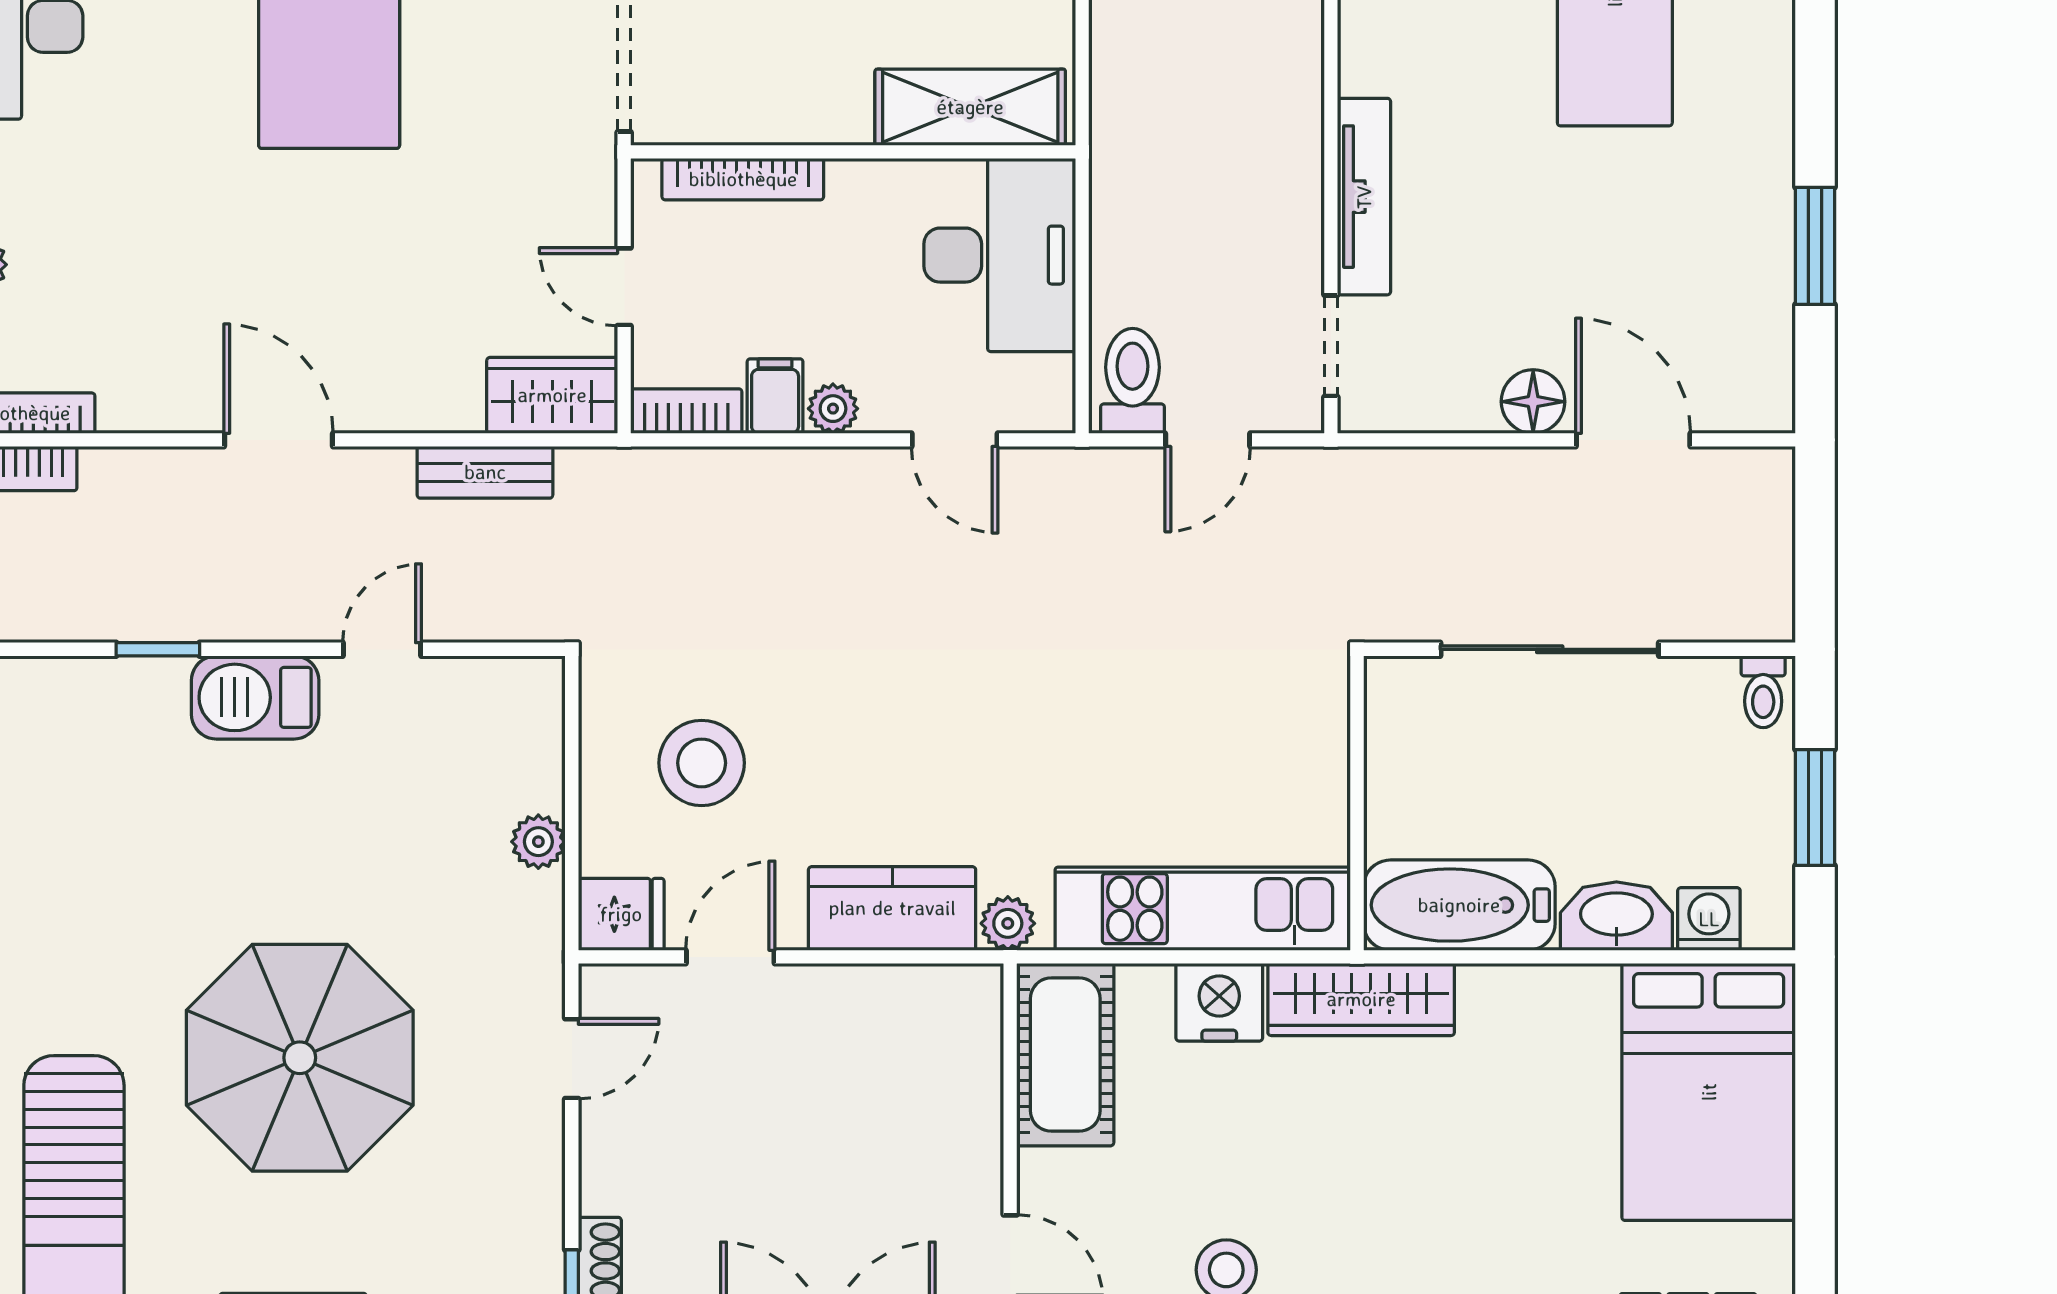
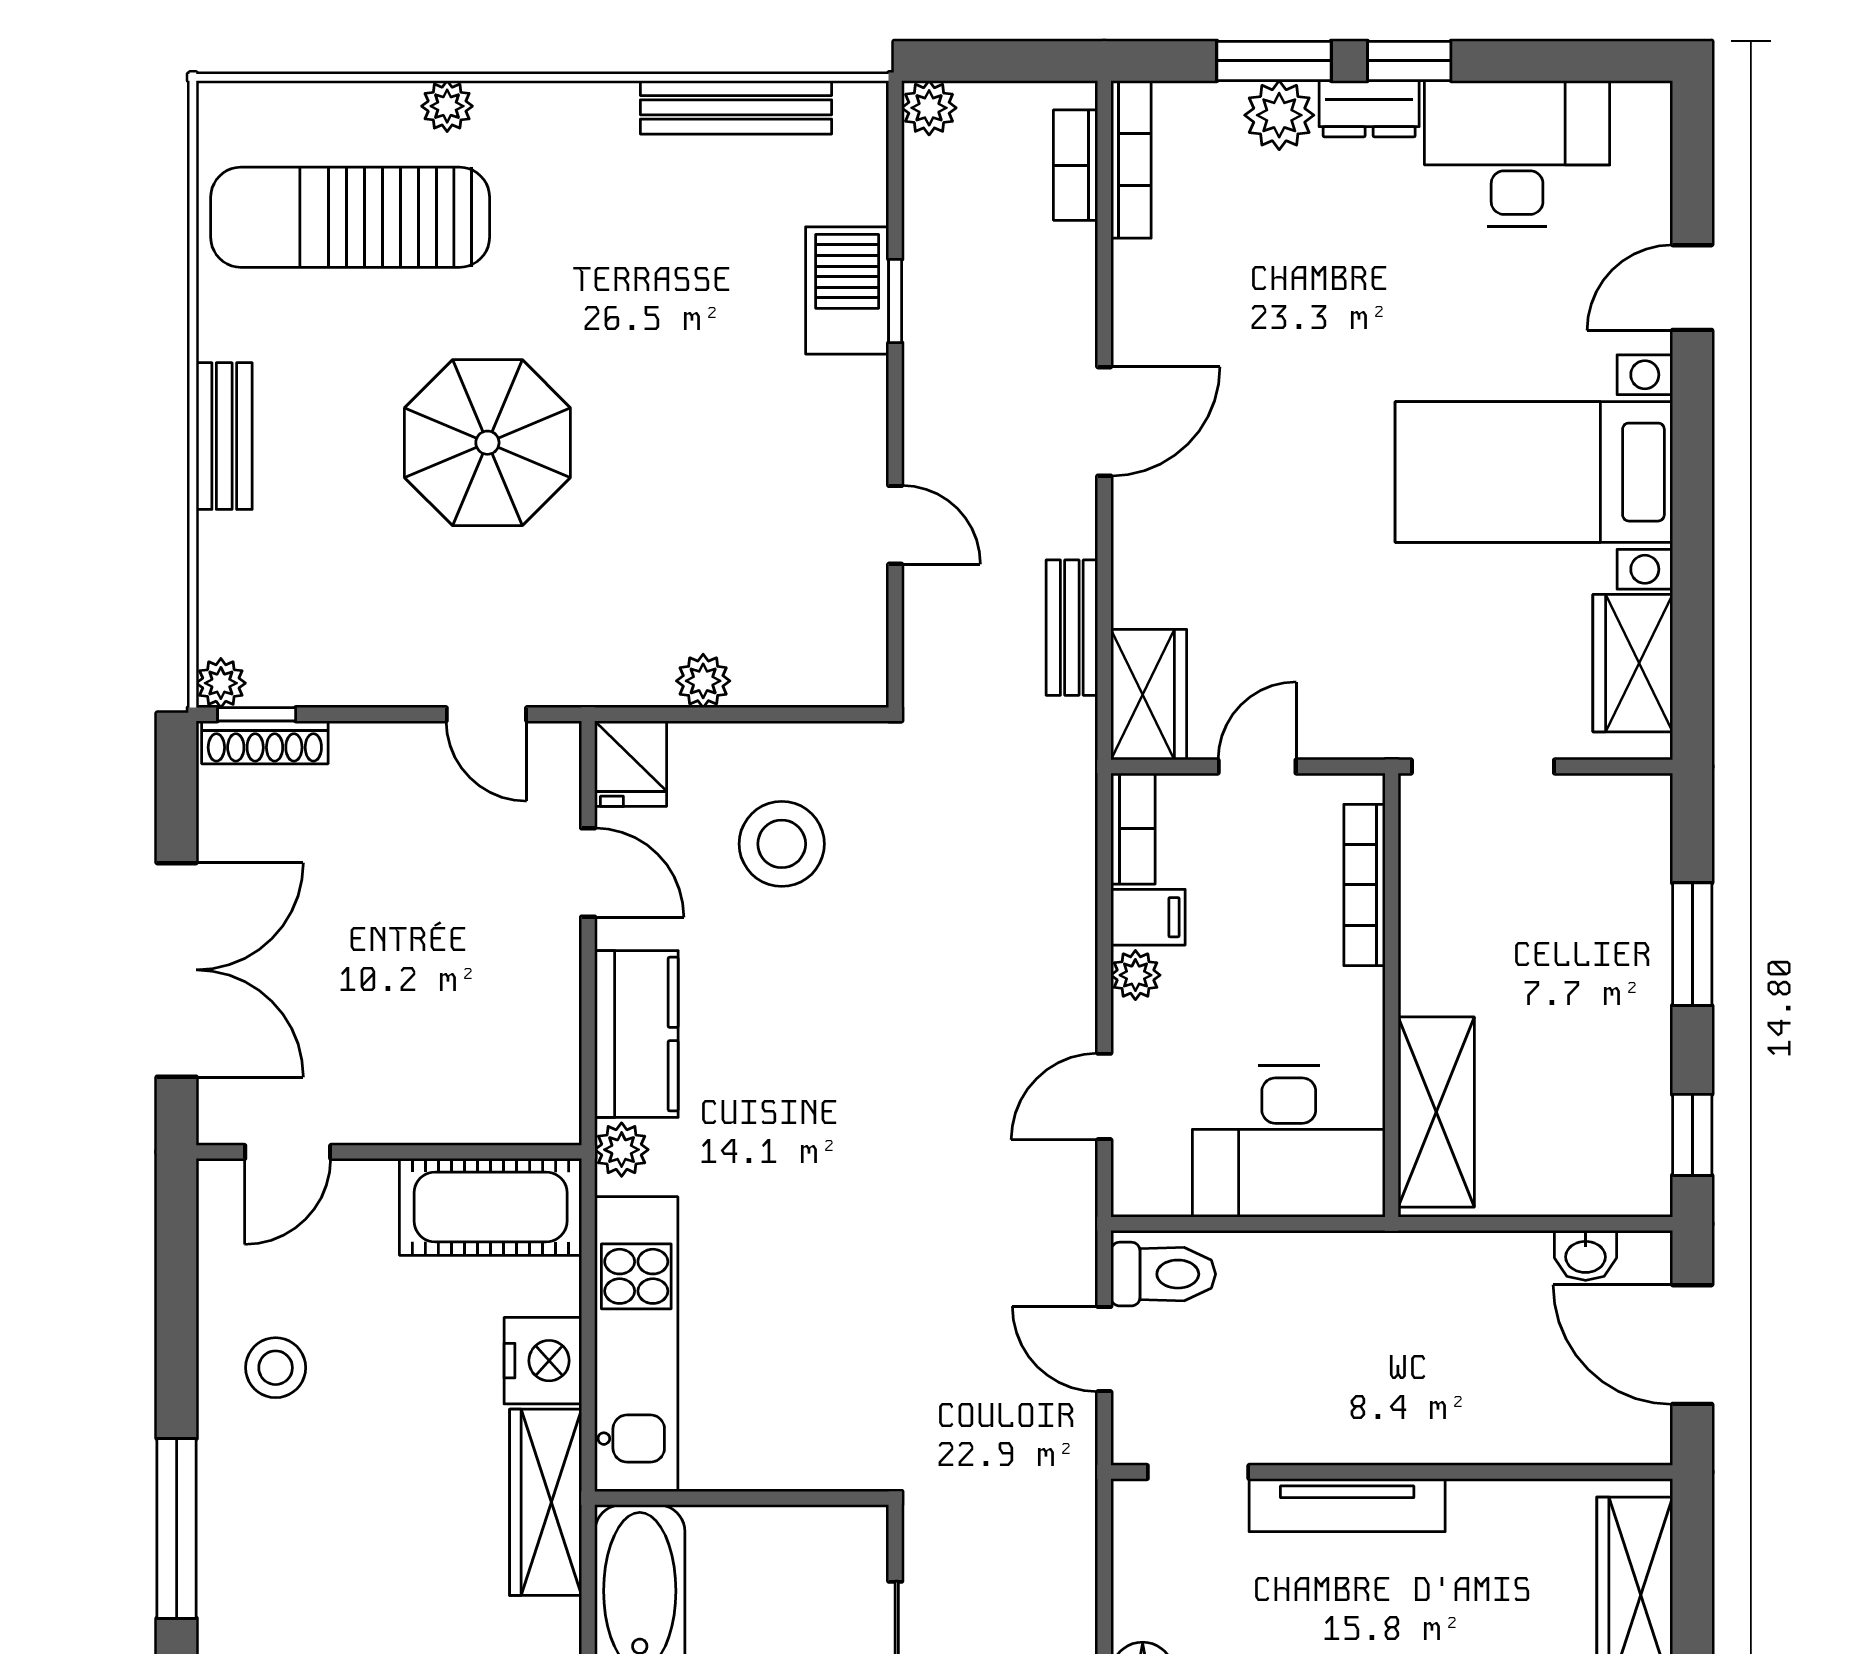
barbecue: (255, 697) -> (847, 290), moved
parasol: (300, 1058) -> (487, 443), width x0.73, depth x0.73

